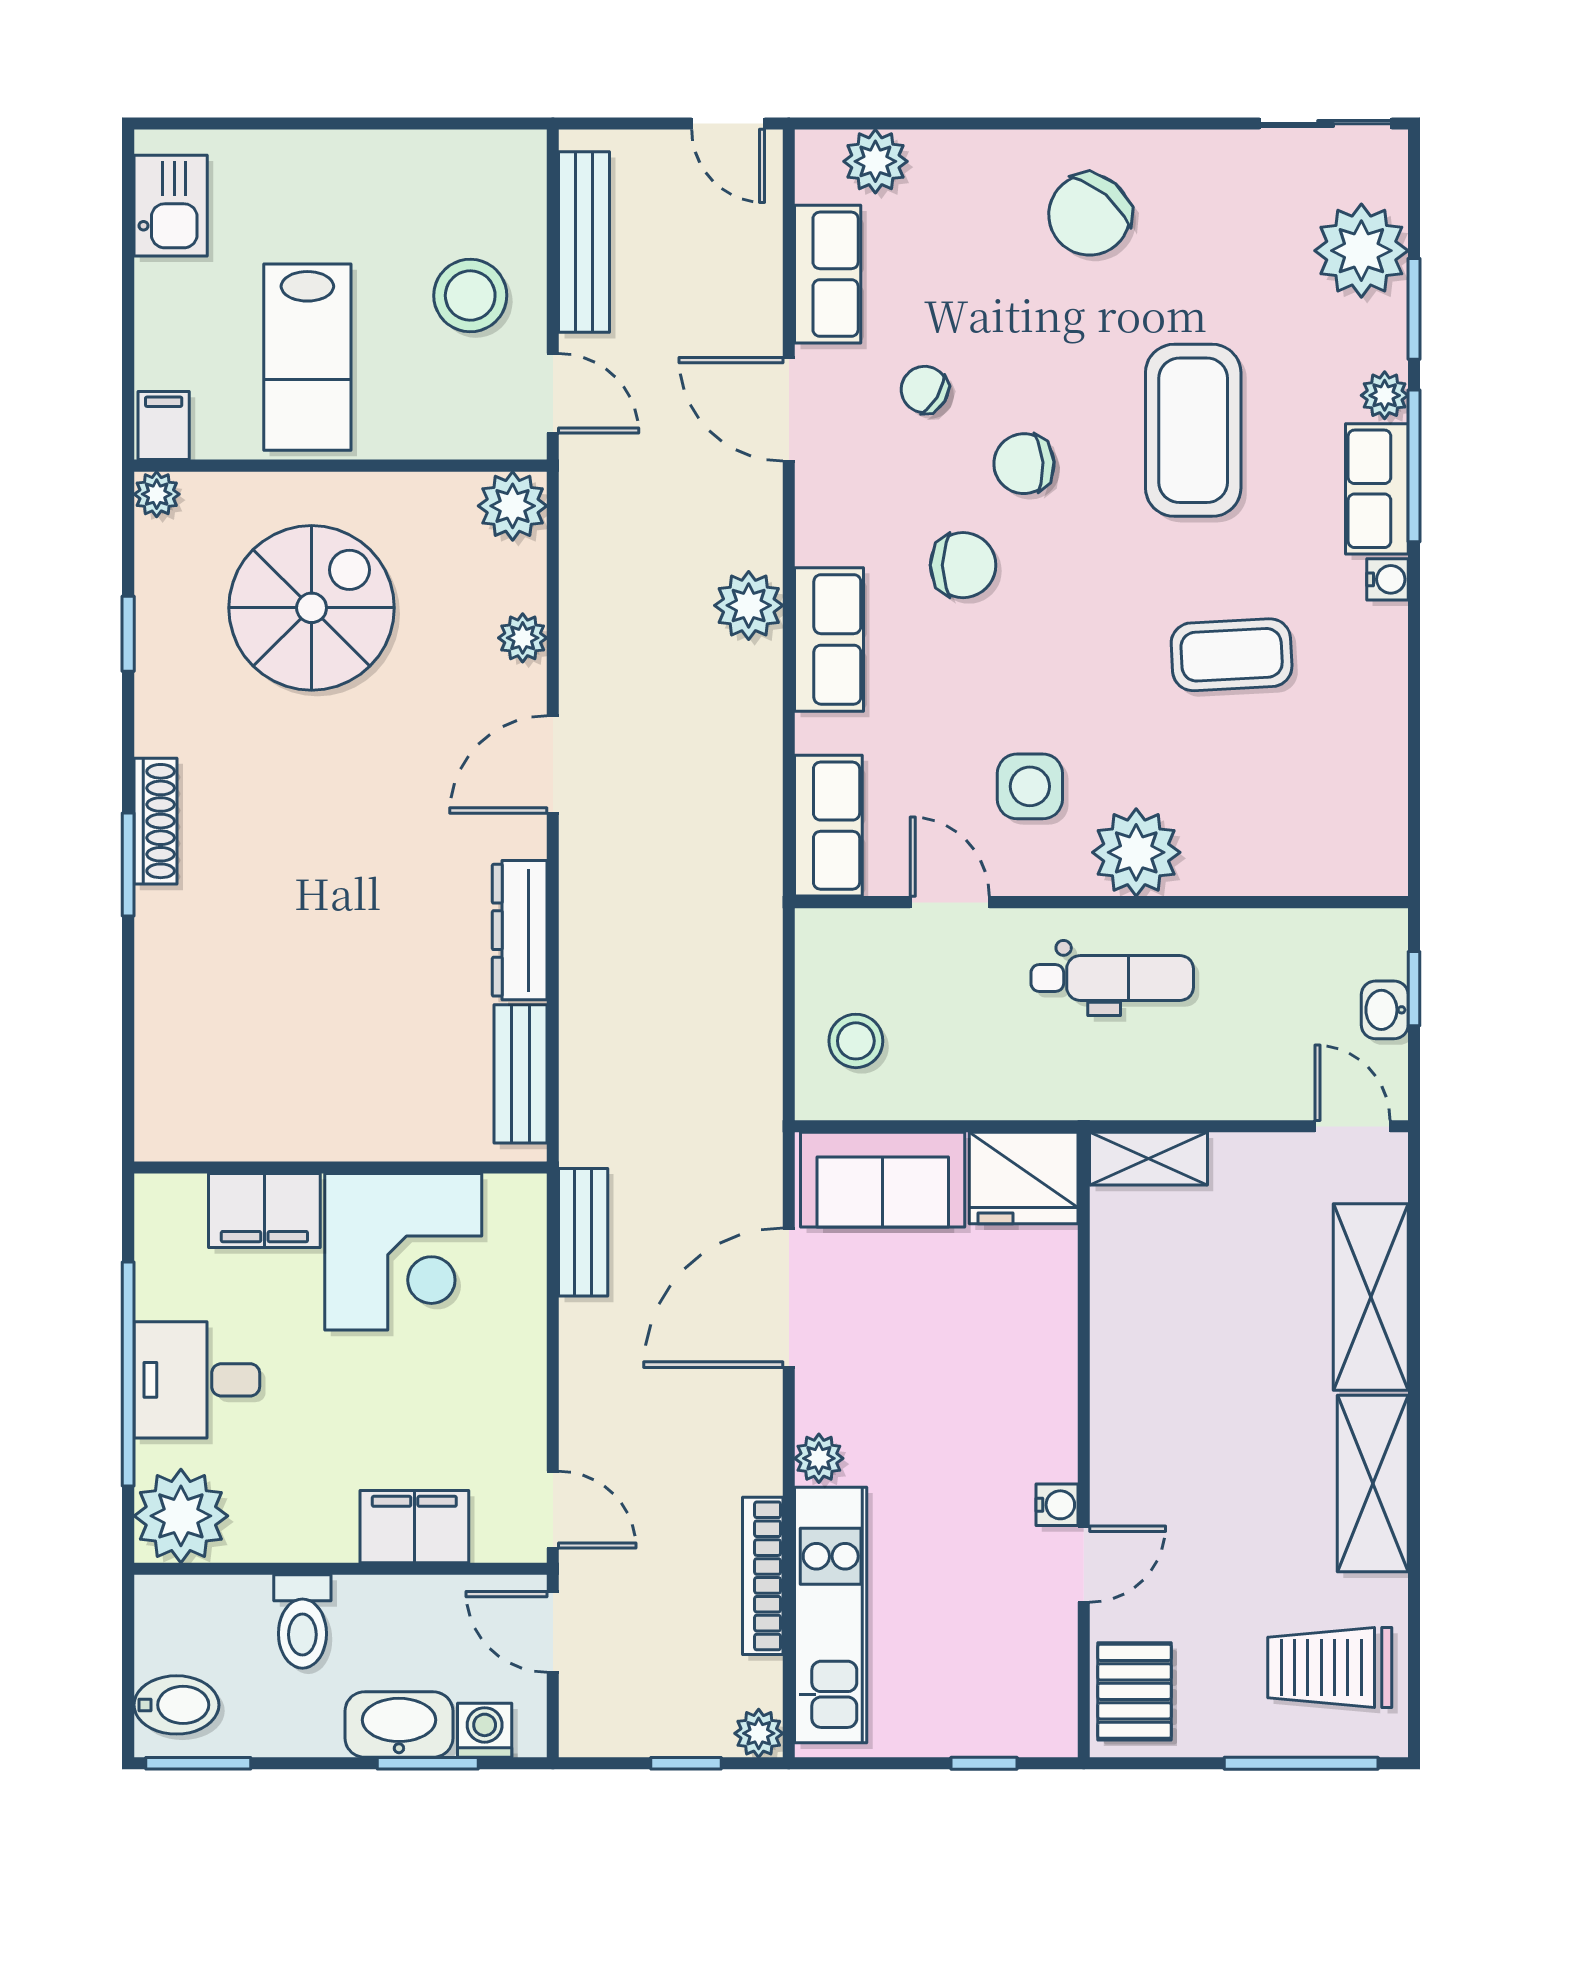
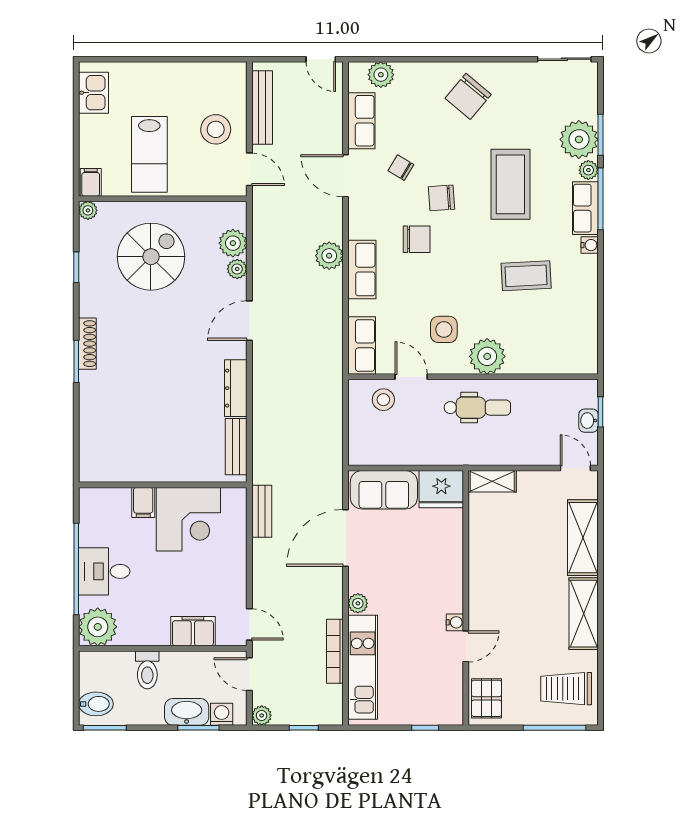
plant: (1361, 251) -> (579, 139), moved
plant: (513, 506) -> (233, 243), moved
stool: (856, 1041) -> (383, 400), moved
filing cabinet: (264, 1211) -> (143, 502), width x0.50
plant: (759, 1733) -> (262, 715), moved

